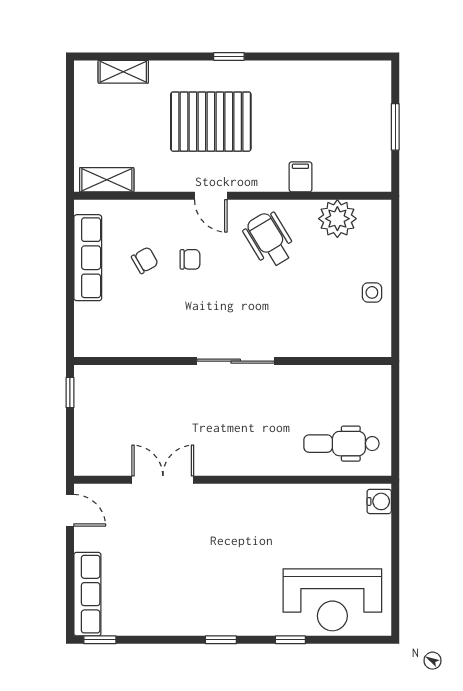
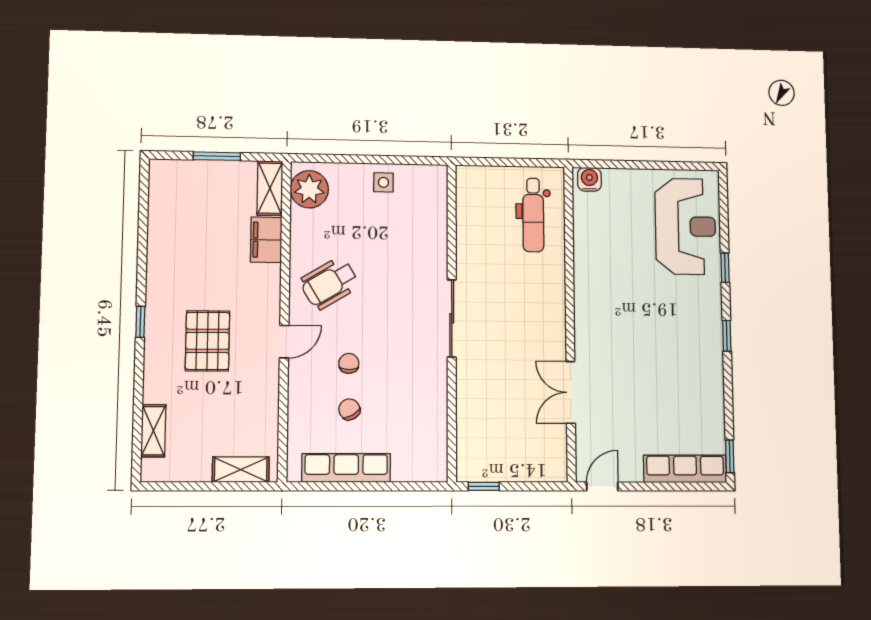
pallet: (211, 122) -> (207, 341), width x0.73, depth x0.71
filing cabinet: (300, 177) -> (266, 240), width x2.00
shelving: (107, 180) -> (241, 470), moved, turned 90
shelving: (364, 180) -> (270, 188), added
plant: (337, 219) -> (309, 189), moved

